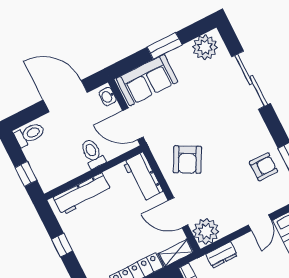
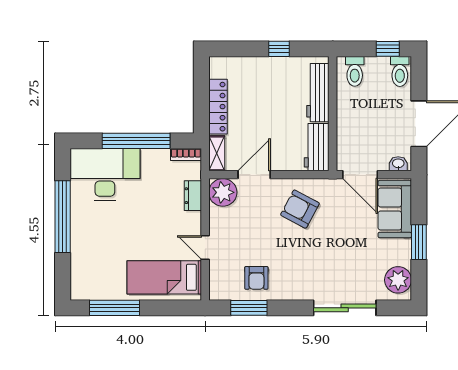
door: (133, 124) -> (360, 175), swing flipped
toilet: (93, 154) -> (355, 71), moved, turned 90
window: (26, 174) -> (388, 49), moved
workbench: (143, 177) -> (317, 147), moved, turned -90

